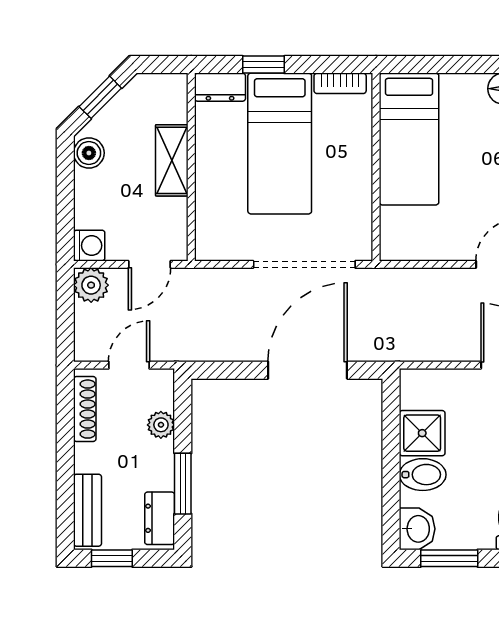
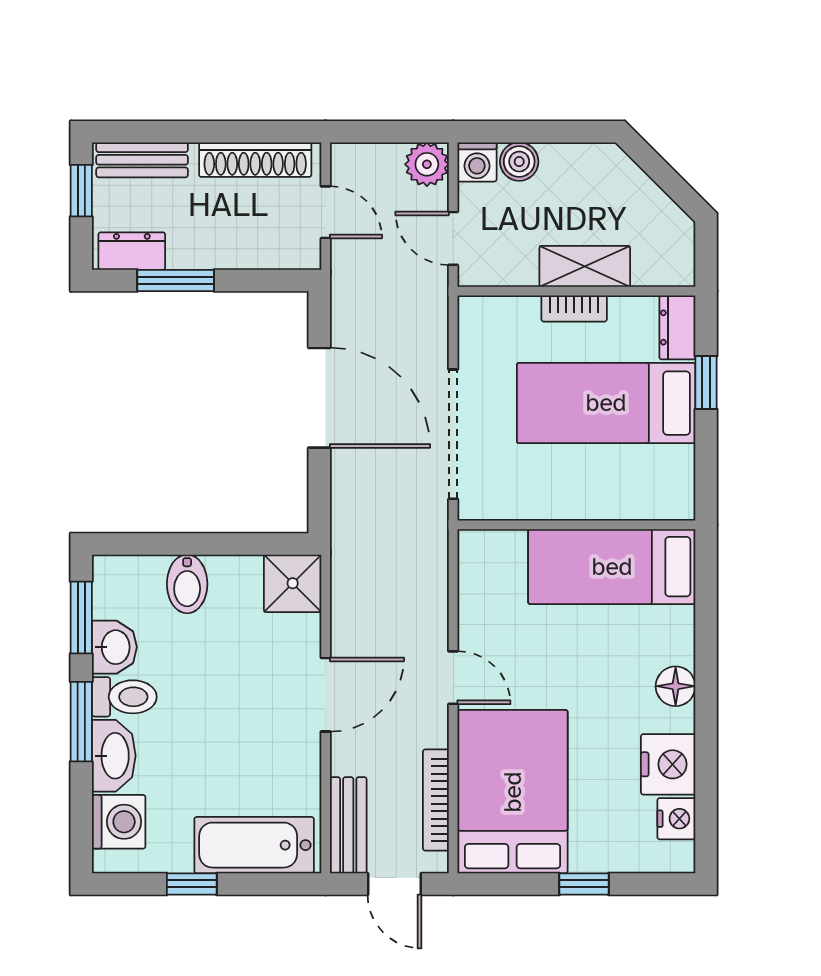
bookcase: (340, 83) -> (574, 308), moved, turned -90
window: (100, 97) -> (664, 176), removed
boiler: (89, 153) -> (519, 162), moved
door: (308, 370) -> (319, 398), moved
shoe rack: (85, 409) -> (255, 160), width x1.36, depth x1.24
plant: (161, 425) -> (250, 253), removed
shower: (422, 433) -> (293, 583), moved
washbasin: (417, 529) -> (114, 647), moved, turned -90

